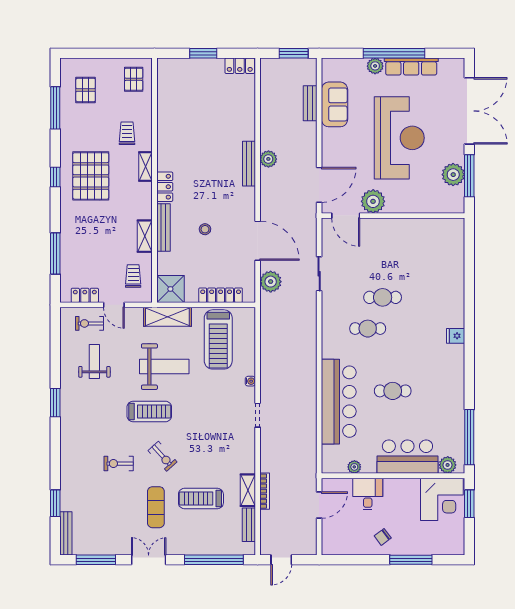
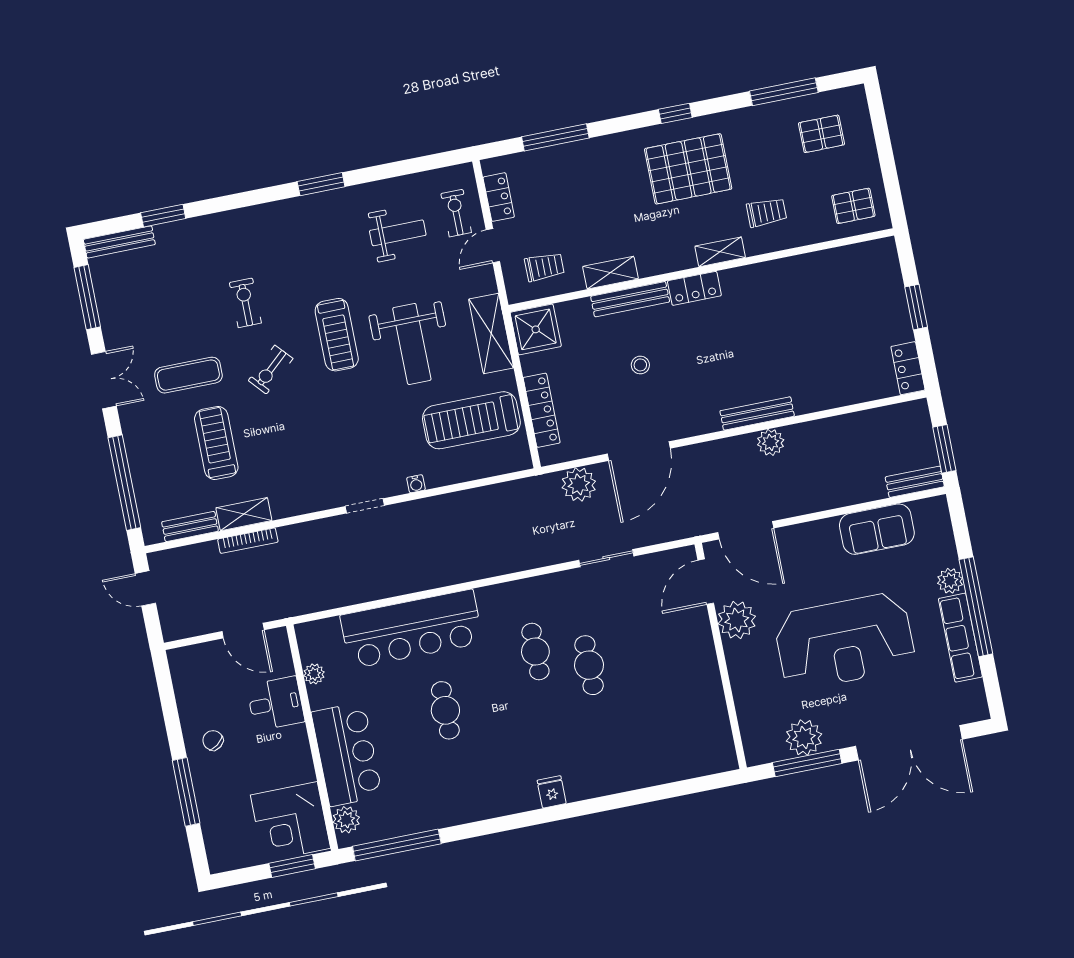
bench: (310, 103) -> (915, 482), moved

